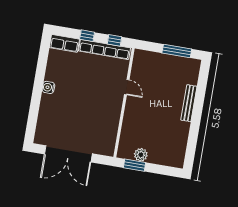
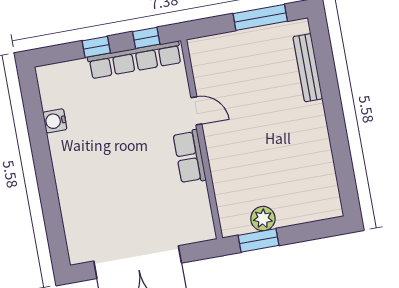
row of seats: (64, 43) -> (190, 157), moved, turned 90
water cooler: (48, 87) -> (55, 121), moved
bench: (189, 103) -> (308, 68), moved

